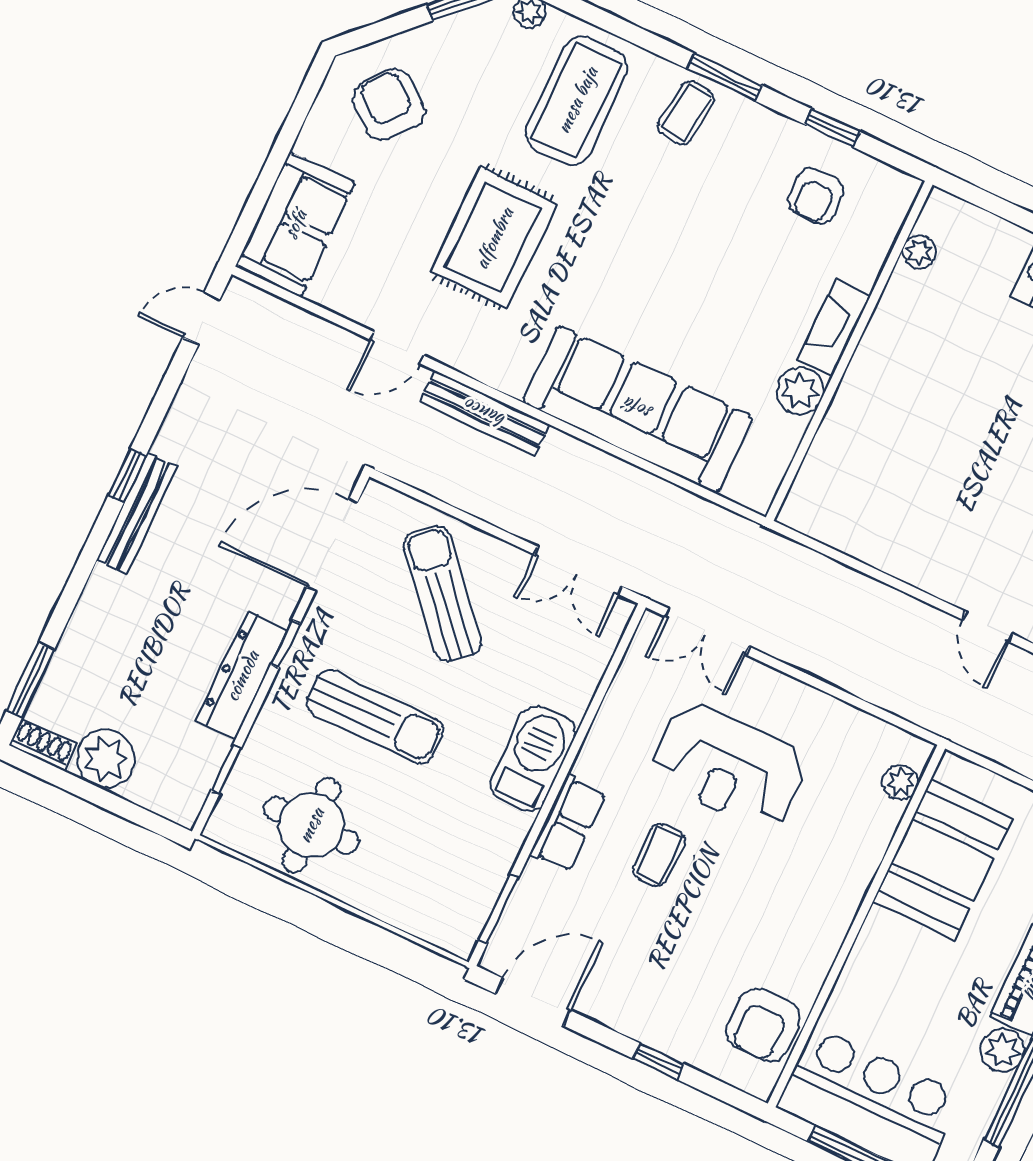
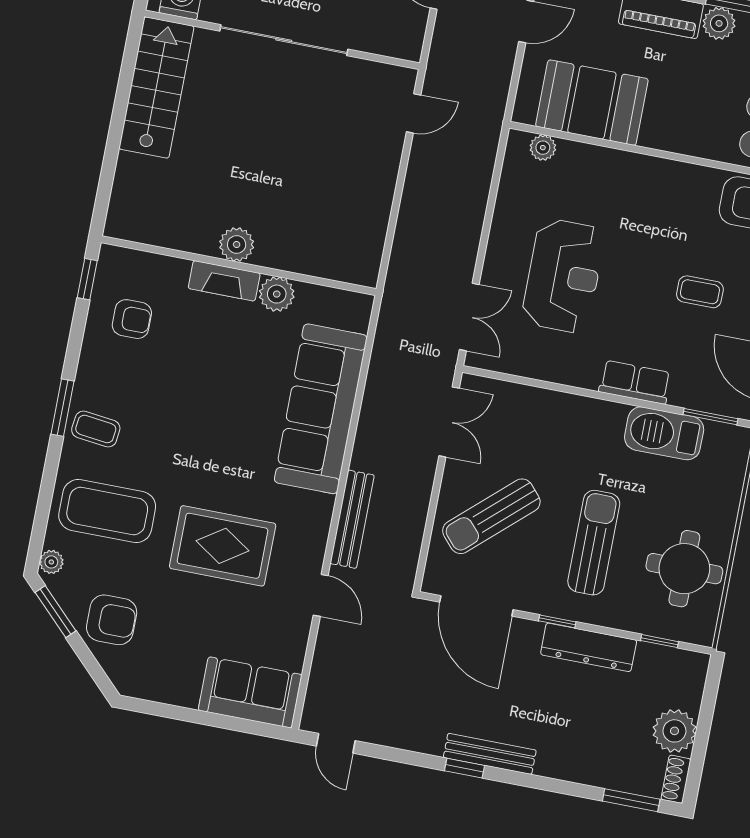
armchair: (389, 105) -> (112, 620), moved, turned -129
window: (832, 128) -> (87, 279), moved
plant: (919, 252) -> (237, 244), moved, width x1.38, depth x1.38
barbecue: (533, 758) -> (664, 433), moved
coffee table: (659, 855) -> (700, 292), moved

